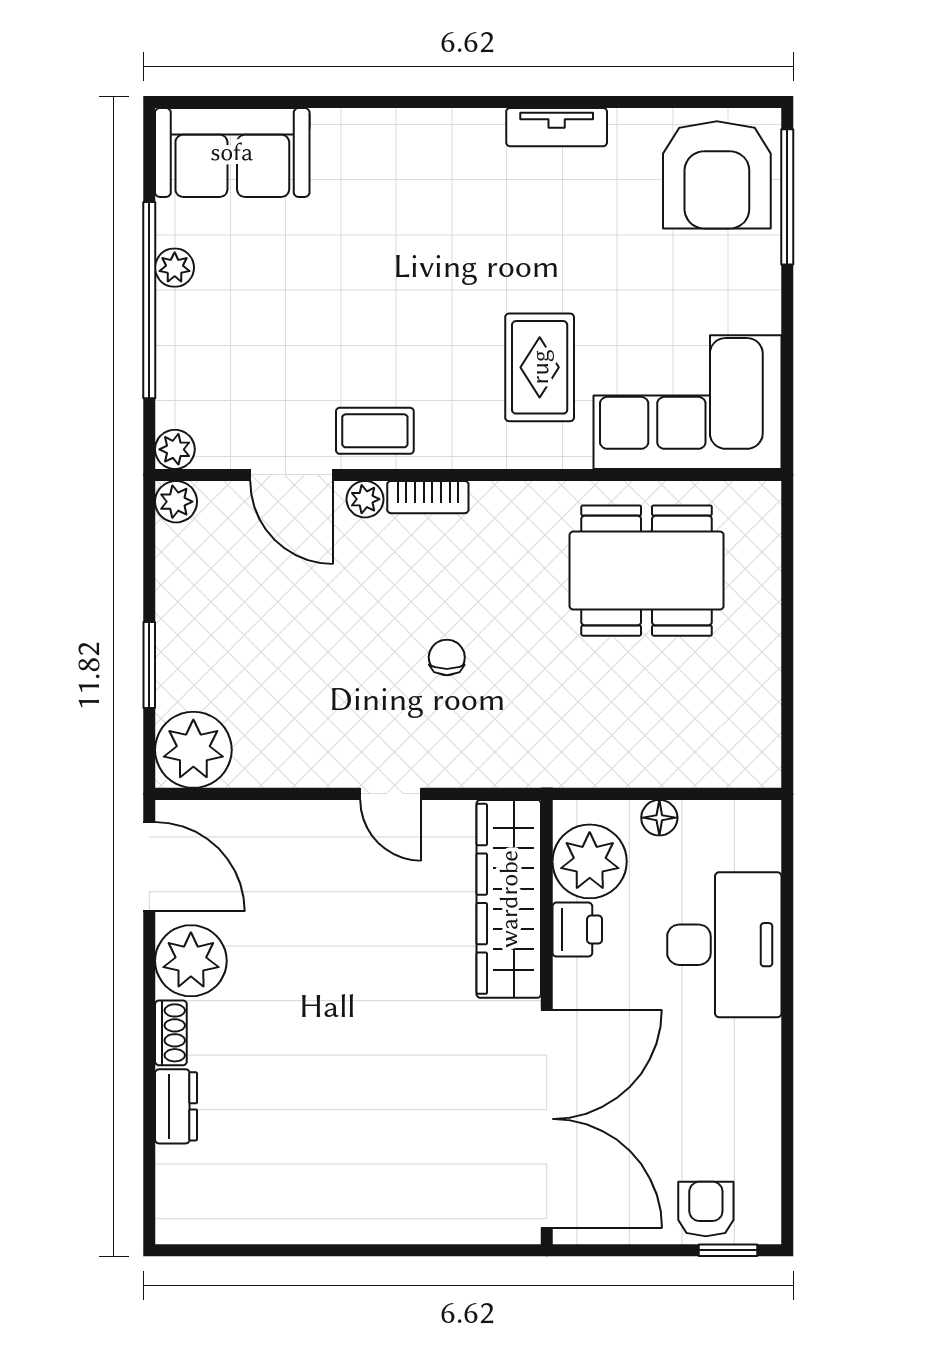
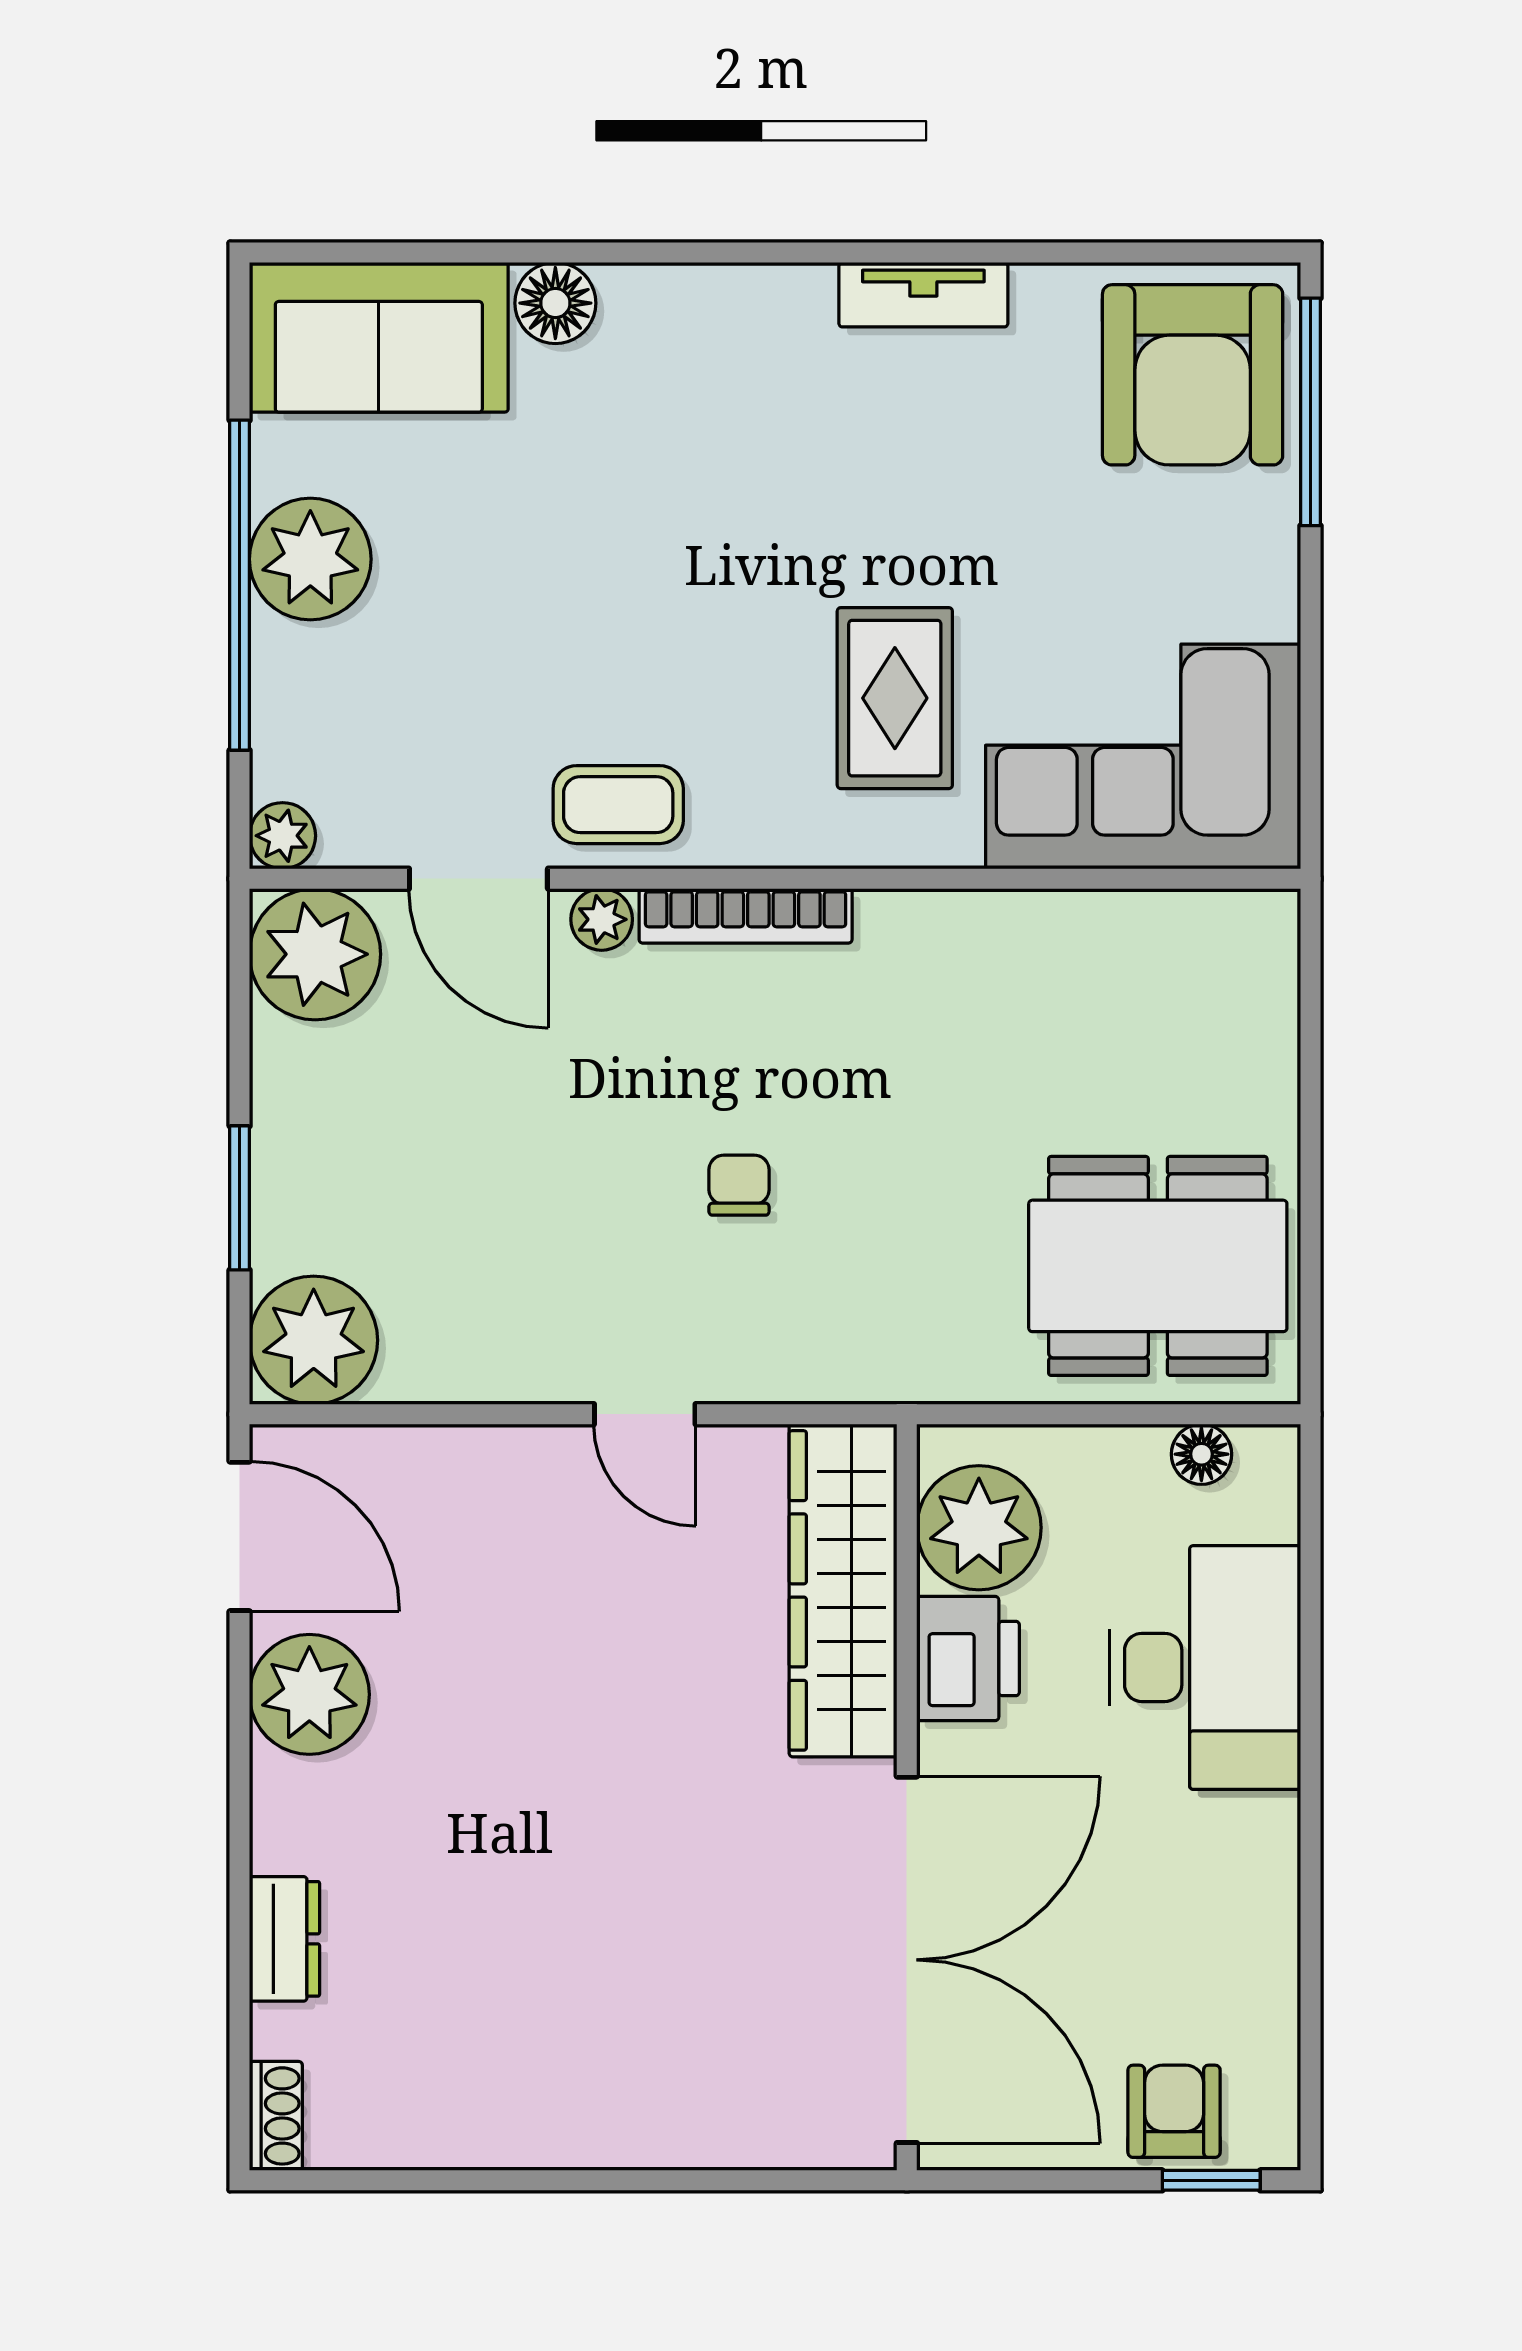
floor lamp: (337, 132) -> (555, 303), added
plant: (175, 268) -> (310, 559), width x1.88, depth x1.88
bookcase: (428, 497) -> (746, 916), width x1.56
plant: (176, 502) -> (315, 954), width x1.87, depth x1.87
dining table: (647, 571) -> (1158, 1266), moved
floor lamp: (659, 818) -> (1201, 1454), moved
printer: (577, 930) -> (968, 1658), width x1.36, depth x1.24
shoe rack: (171, 1033) -> (276, 2116), moved

